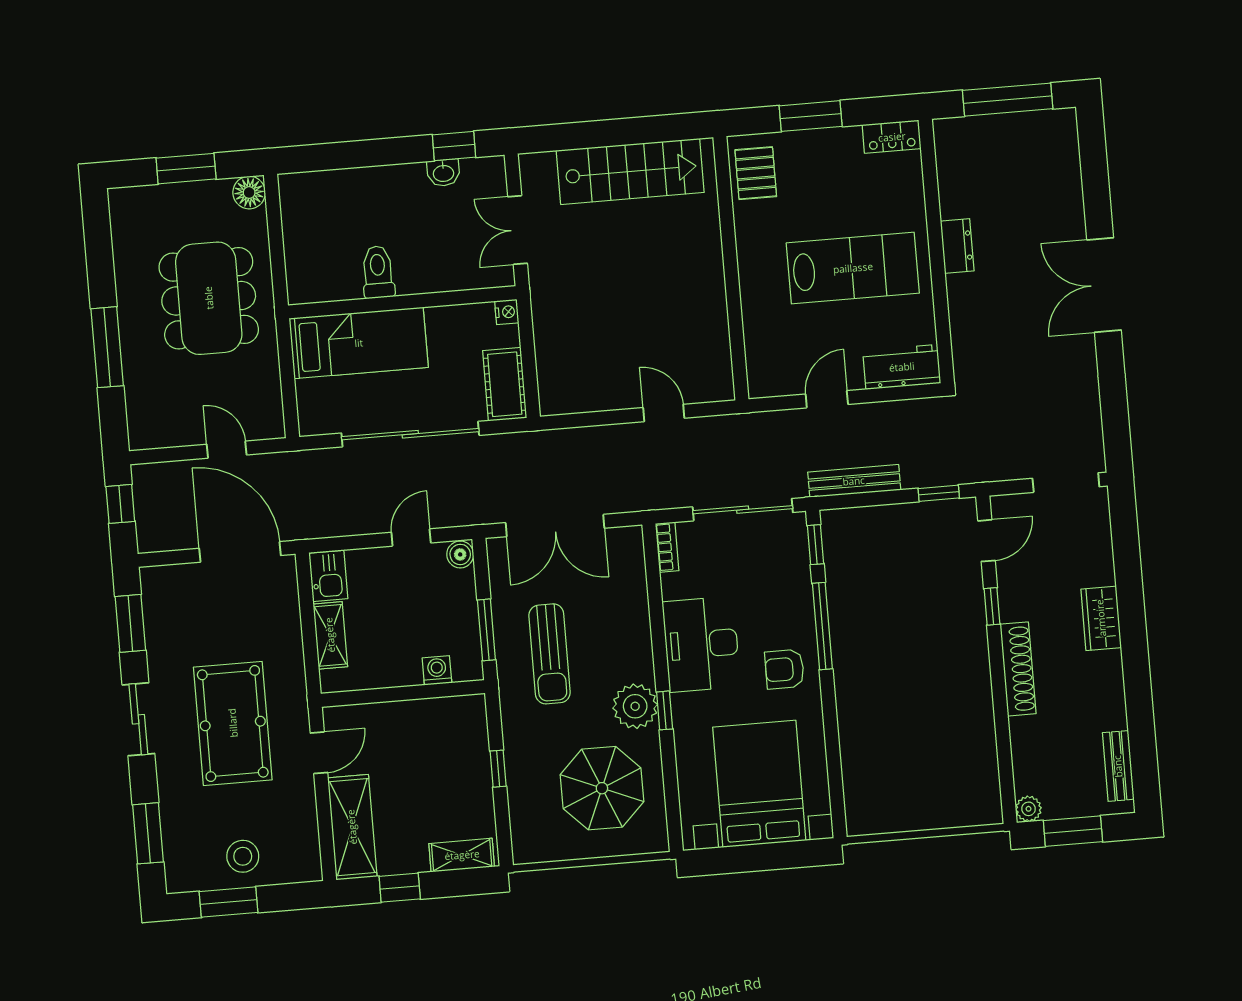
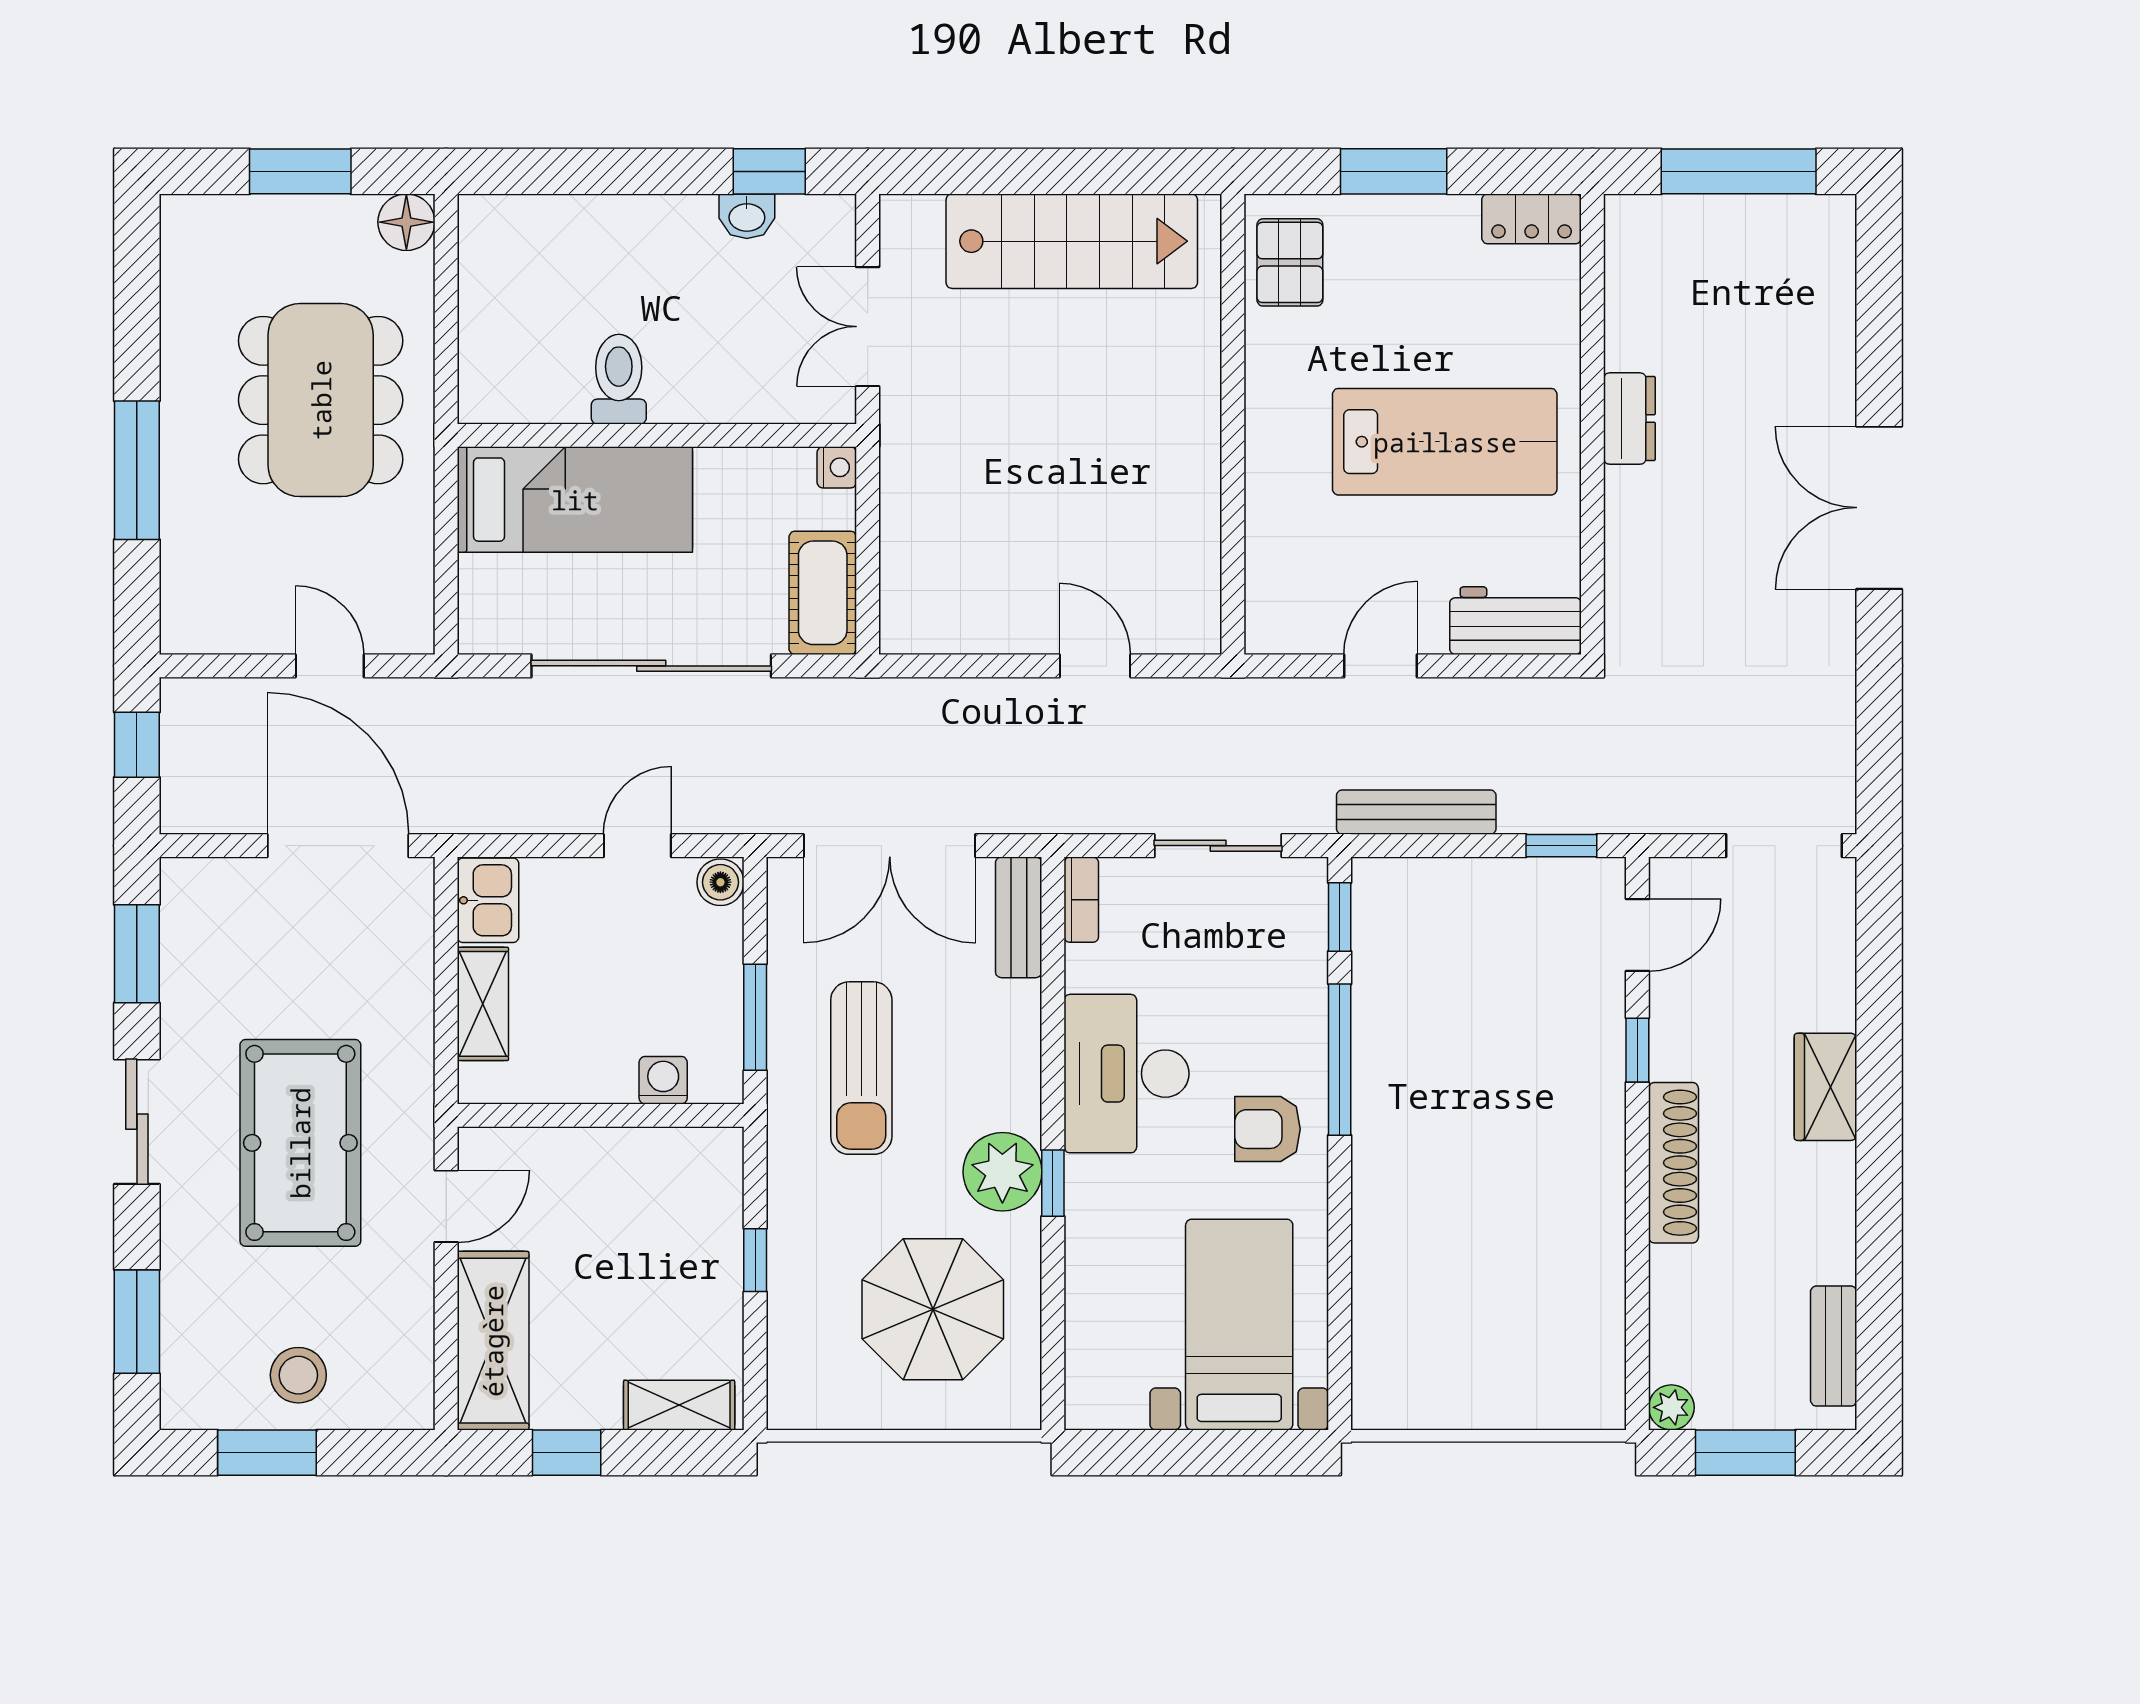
sliding door: (743, 510) -> (1218, 846), width x0.73
bench: (632, 560) -> (1019, 917), added
bed with nightstands: (759, 784) -> (1239, 1325), width x0.73

